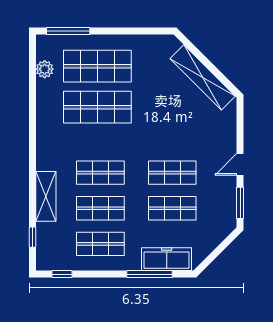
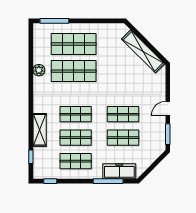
plant: (45, 69) -> (39, 70), moved

